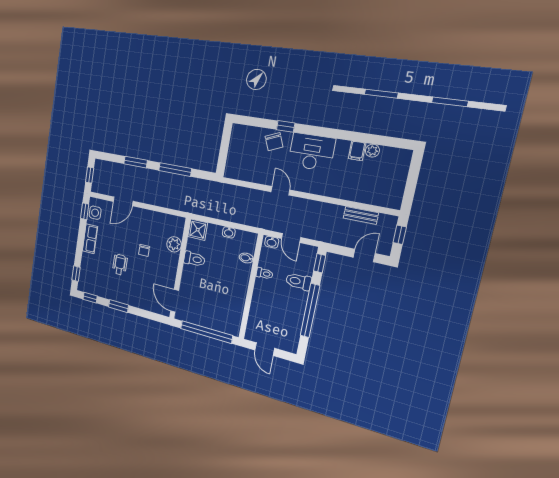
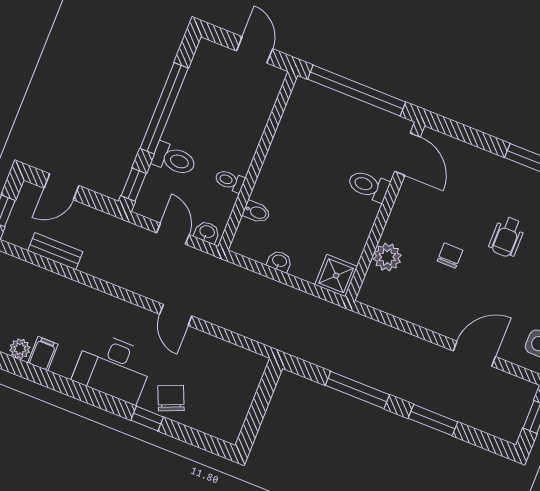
toilet: (194, 259) -> (369, 186), moved

